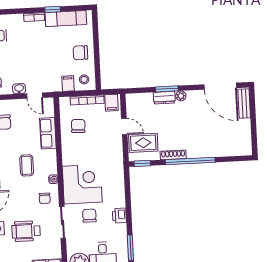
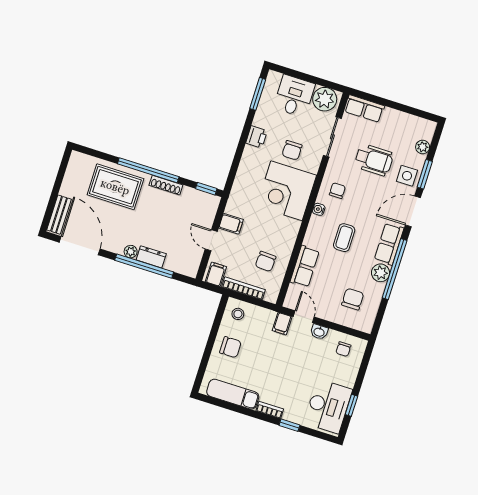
window: (53, 9) -> (289, 425), moved
filing cabinet: (68, 84) -> (282, 324), moved
window: (167, 89) -> (144, 266), width x2.11
rug: (143, 143) -> (115, 187), moved, width x1.36, depth x1.43
filing cabinet: (114, 144) -> (231, 224), added
sliding door: (63, 222) -> (332, 137), moved

